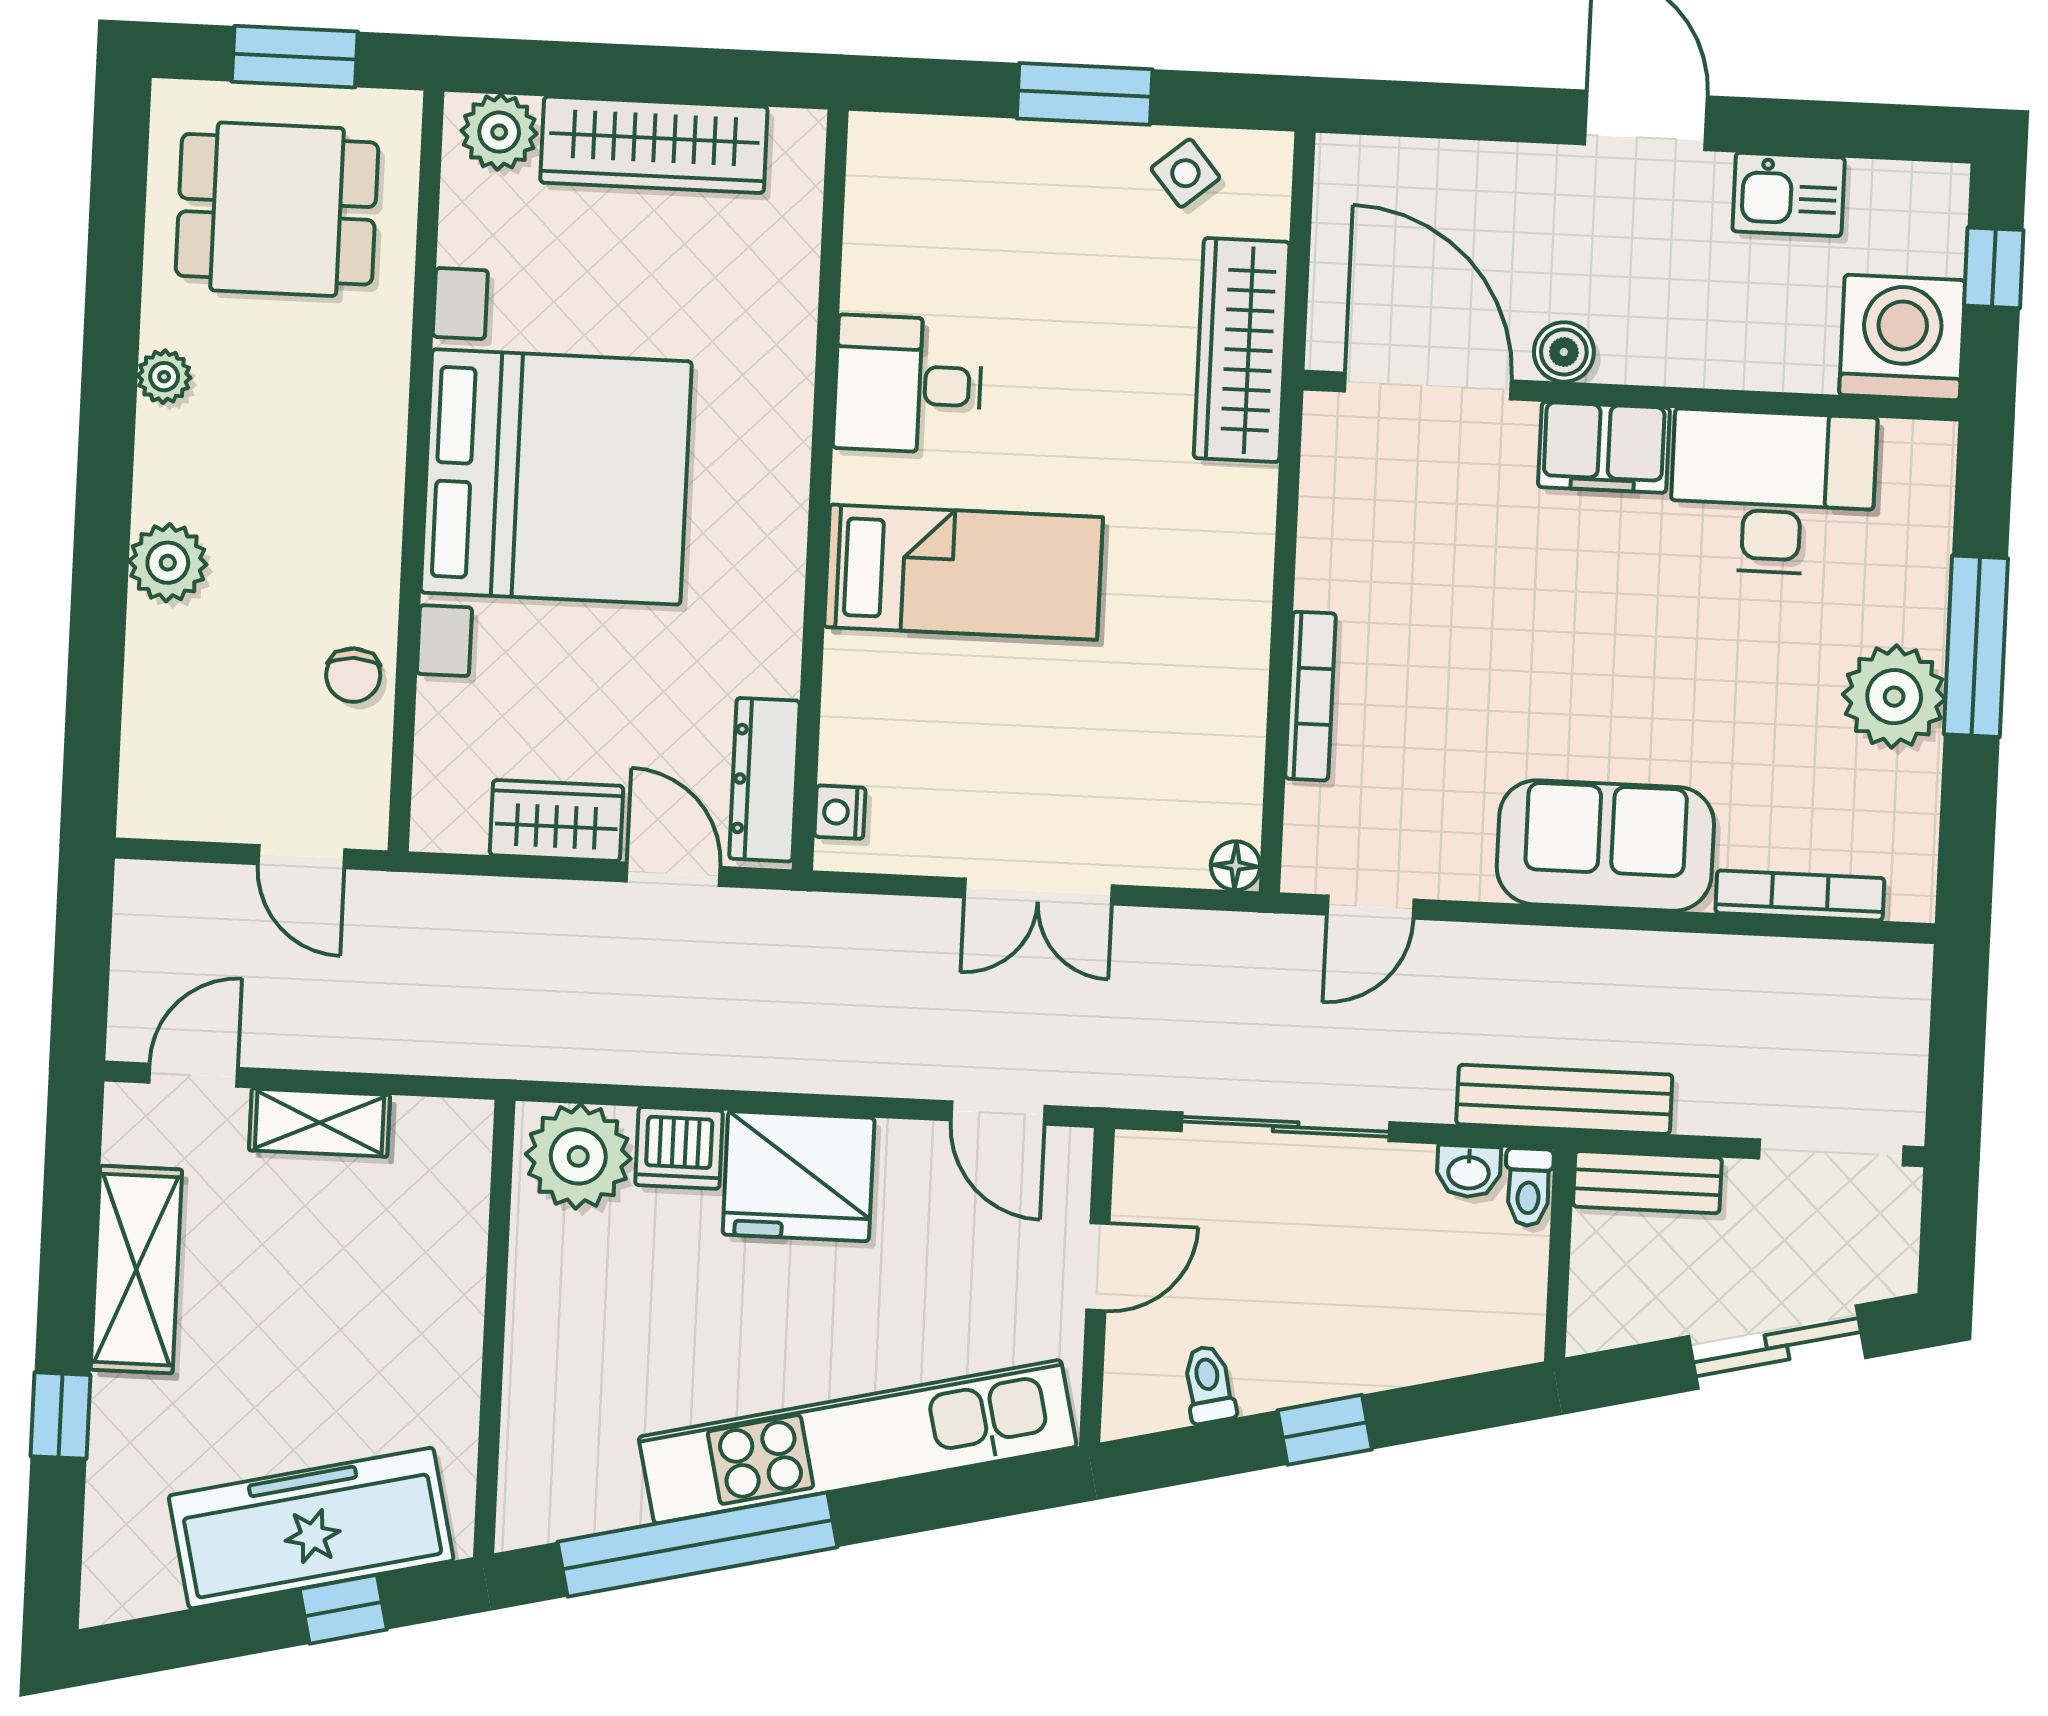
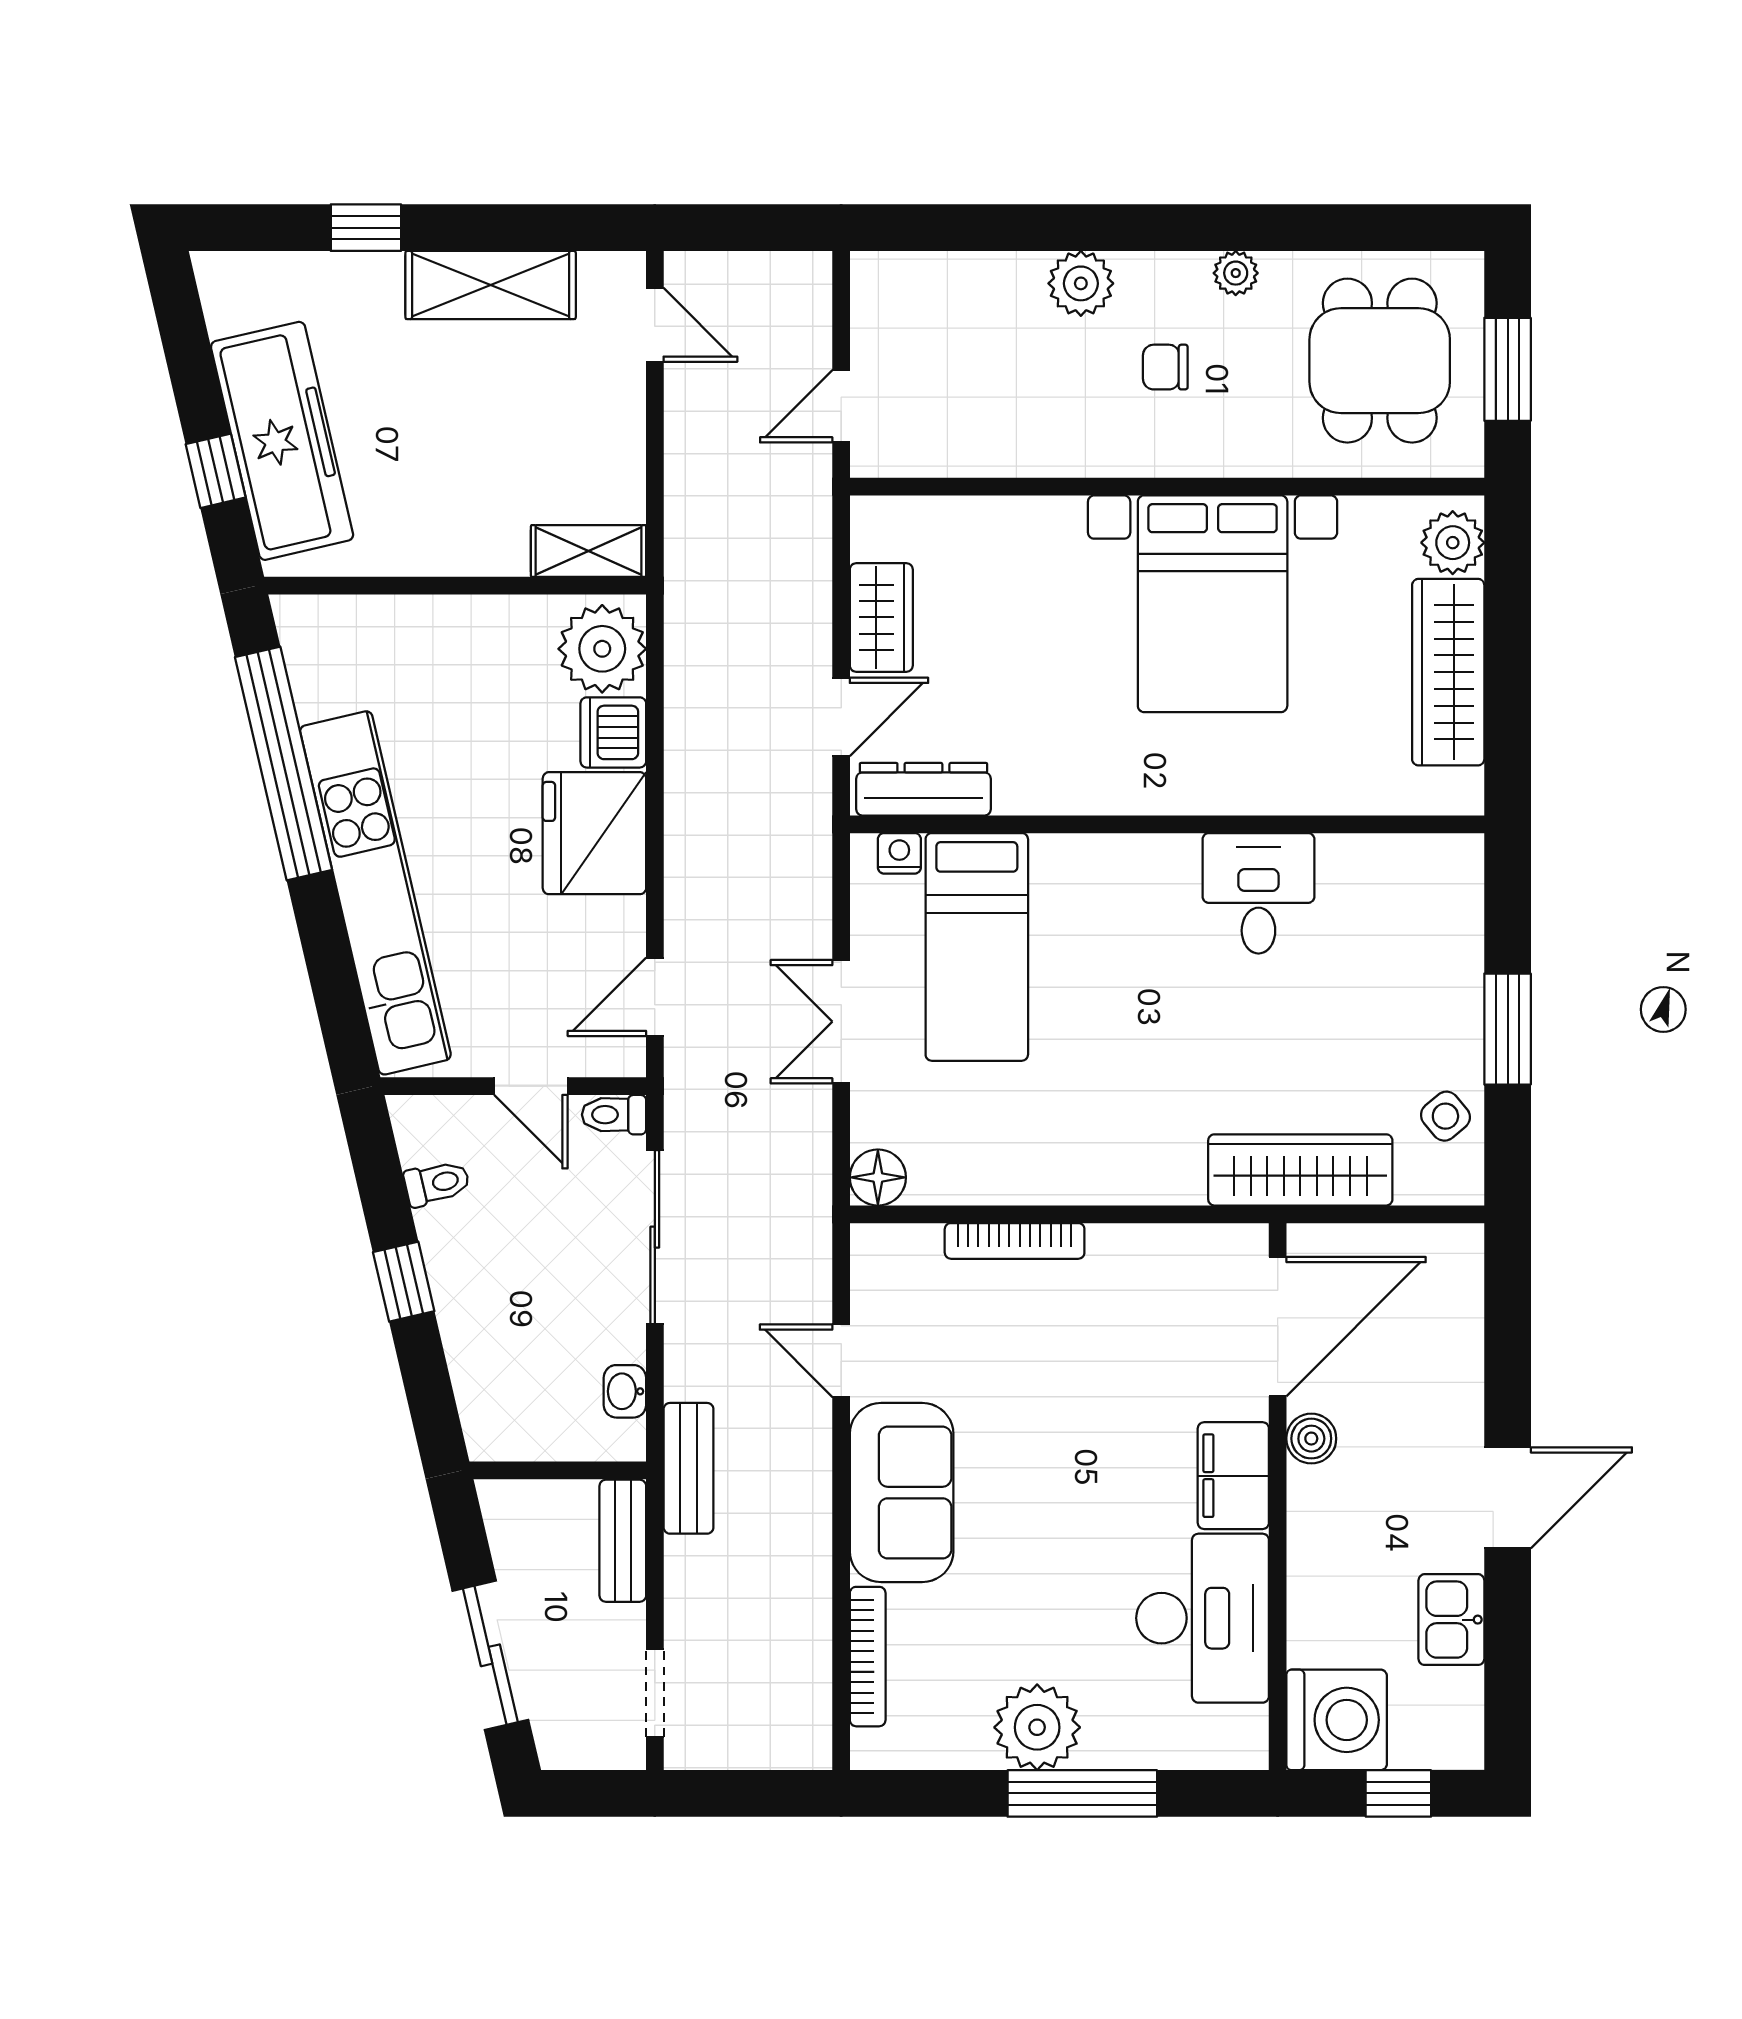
bed with nightstands: (556, 477) -> (1213, 604), width x0.73
bed: (964, 572) -> (977, 947), moved
chair: (353, 675) -> (1165, 367), moved
floor lamp: (1235, 866) -> (878, 1177), width x1.37, depth x1.37
door: (1370, 907) -> (841, 1361), moved
bench: (1564, 1099) -> (689, 1468), width x0.73
shelving: (320, 1123) -> (589, 551), moved, turned 90
doorway: (1831, 1152) -> (655, 1693), width x0.73
toilet: (1529, 1187) -> (614, 1115), moved

